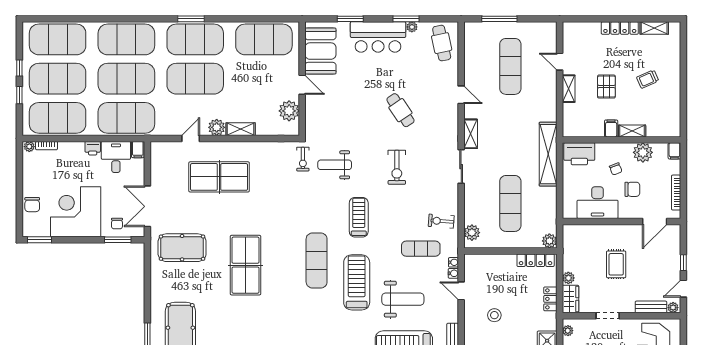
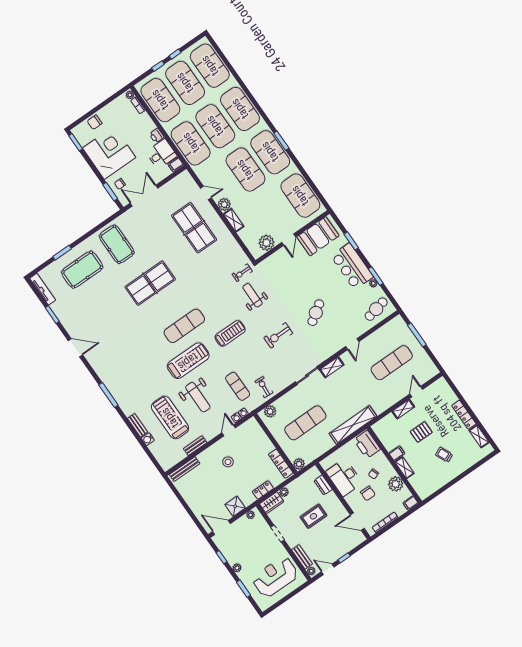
dresser: (590, 231) -> (323, 485), added
pool table: (182, 248) -> (117, 244), moved

